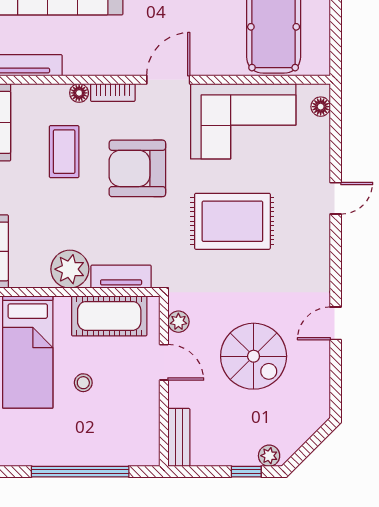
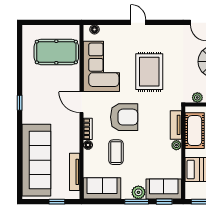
coffee table: (64, 152) -> (116, 152), turned 90
armchair: (137, 168) -> (124, 117), turned -90
plant: (70, 269) -> (176, 145), width x0.53, depth x0.53

